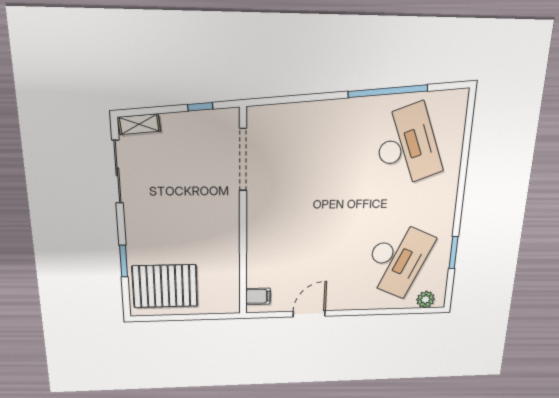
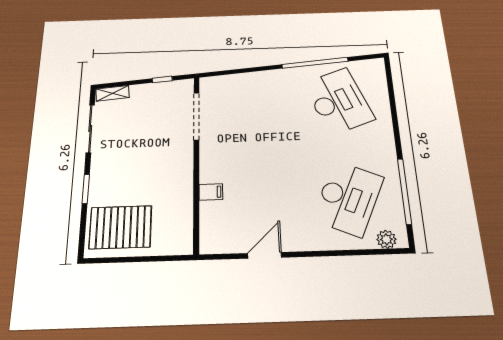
window: (454, 253) -> (404, 191), width x2.11
window: (123, 261) -> (86, 189), moved
filing cabinet: (258, 296) -> (211, 192), moved

